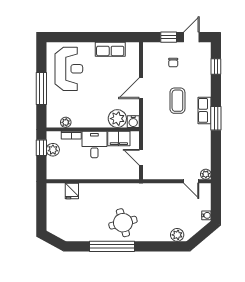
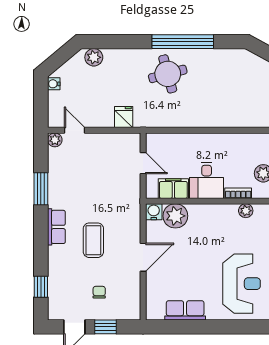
reception desk: (69, 69) -> (241, 284), turned 180
window: (216, 118) -> (41, 189), moved
fridge: (72, 191) -> (124, 117), moved

